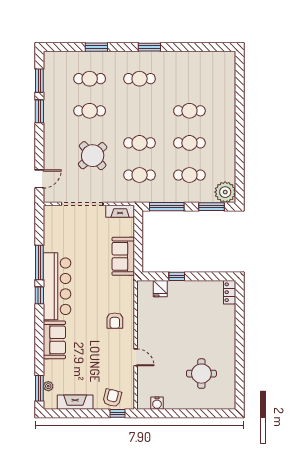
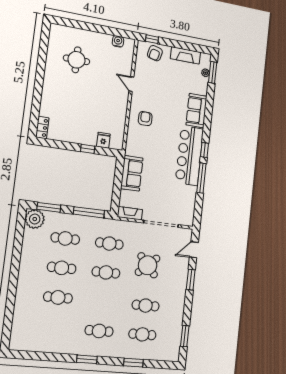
window: (39, 111) -> (191, 280), moved

